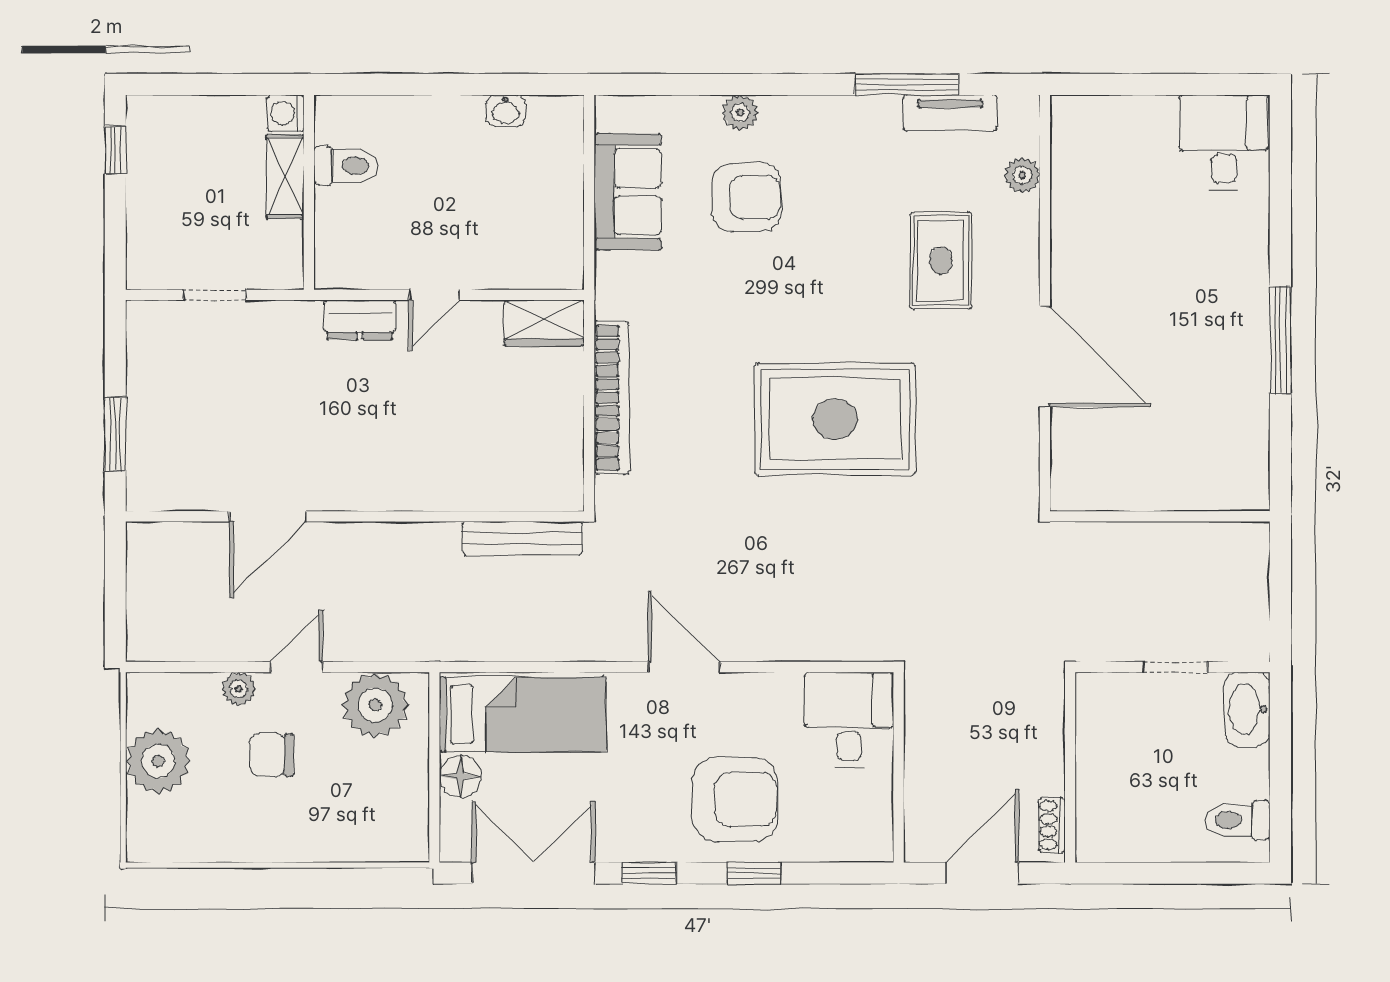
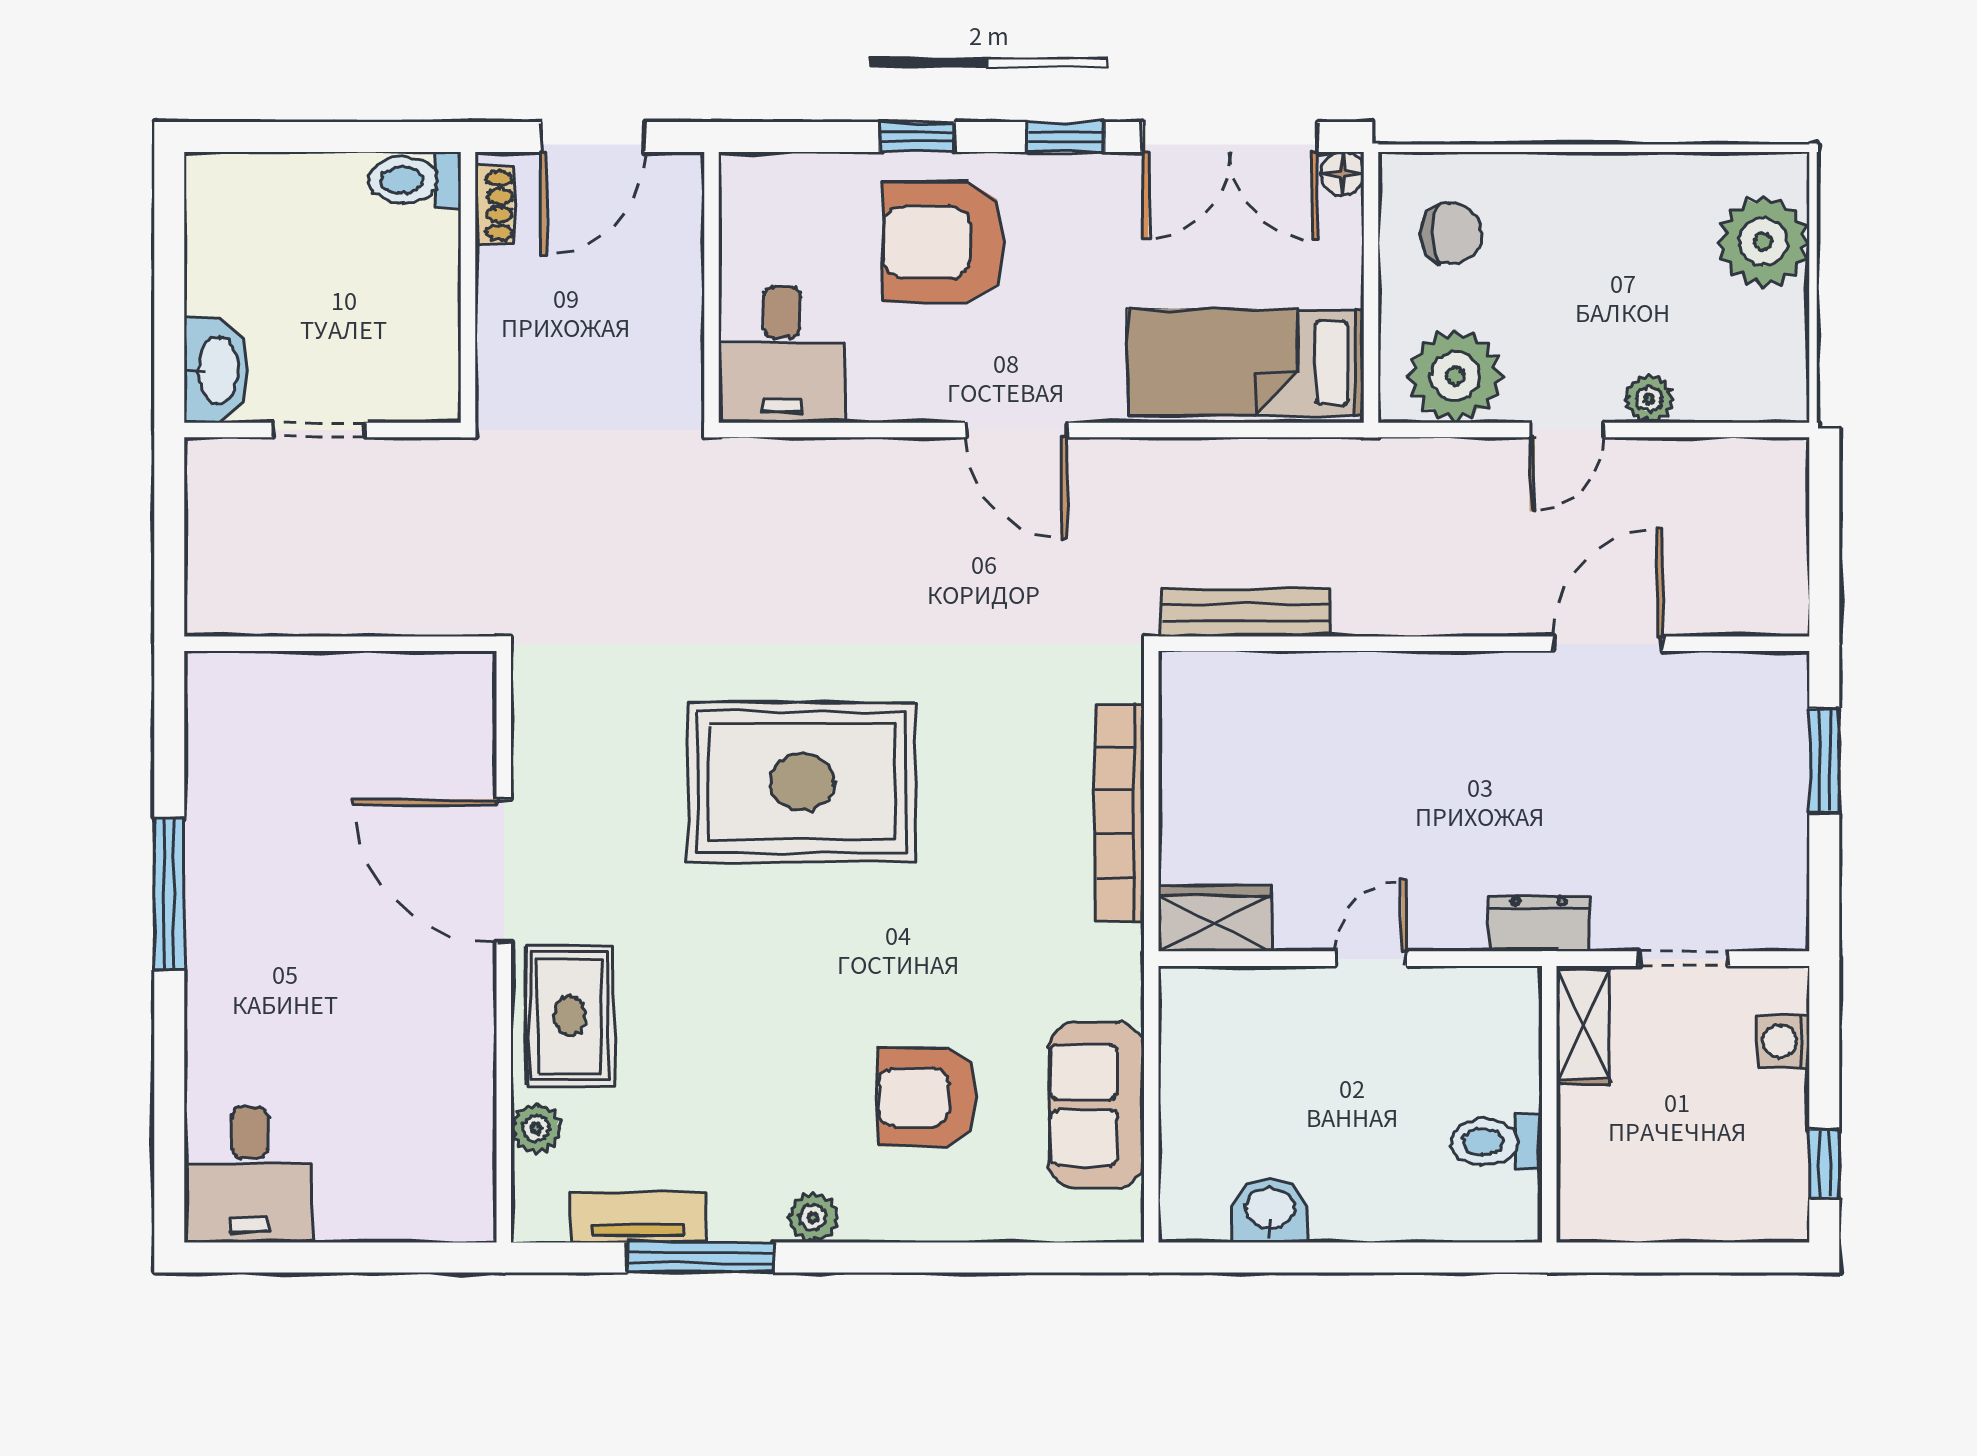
washbasin: (506, 111) -> (1270, 1210), width x1.38, depth x1.45
washing machine: (286, 113) -> (1783, 1041), moved, turned 180
plant: (740, 113) -> (813, 1218), moved
shelving: (285, 177) -> (1583, 1025), moved
rug: (941, 261) -> (570, 1016), moved
dresser: (360, 320) -> (1539, 923), moved
chair: (272, 755) -> (1451, 233), moved
plant: (158, 761) -> (1763, 242), moved
floor lamp: (460, 776) -> (1342, 174), moved, width x0.73, depth x0.73
toilet: (1237, 820) -> (415, 180), moved, turned 180

